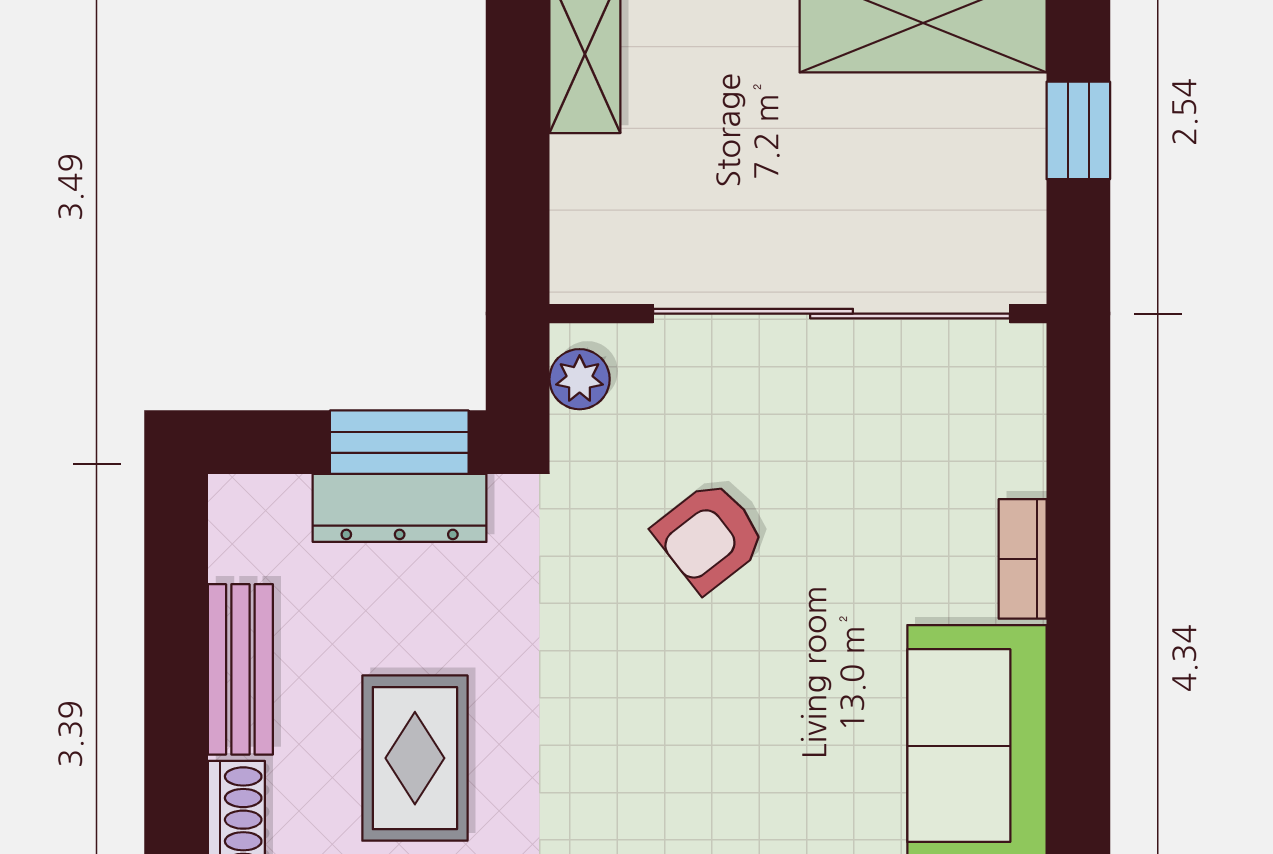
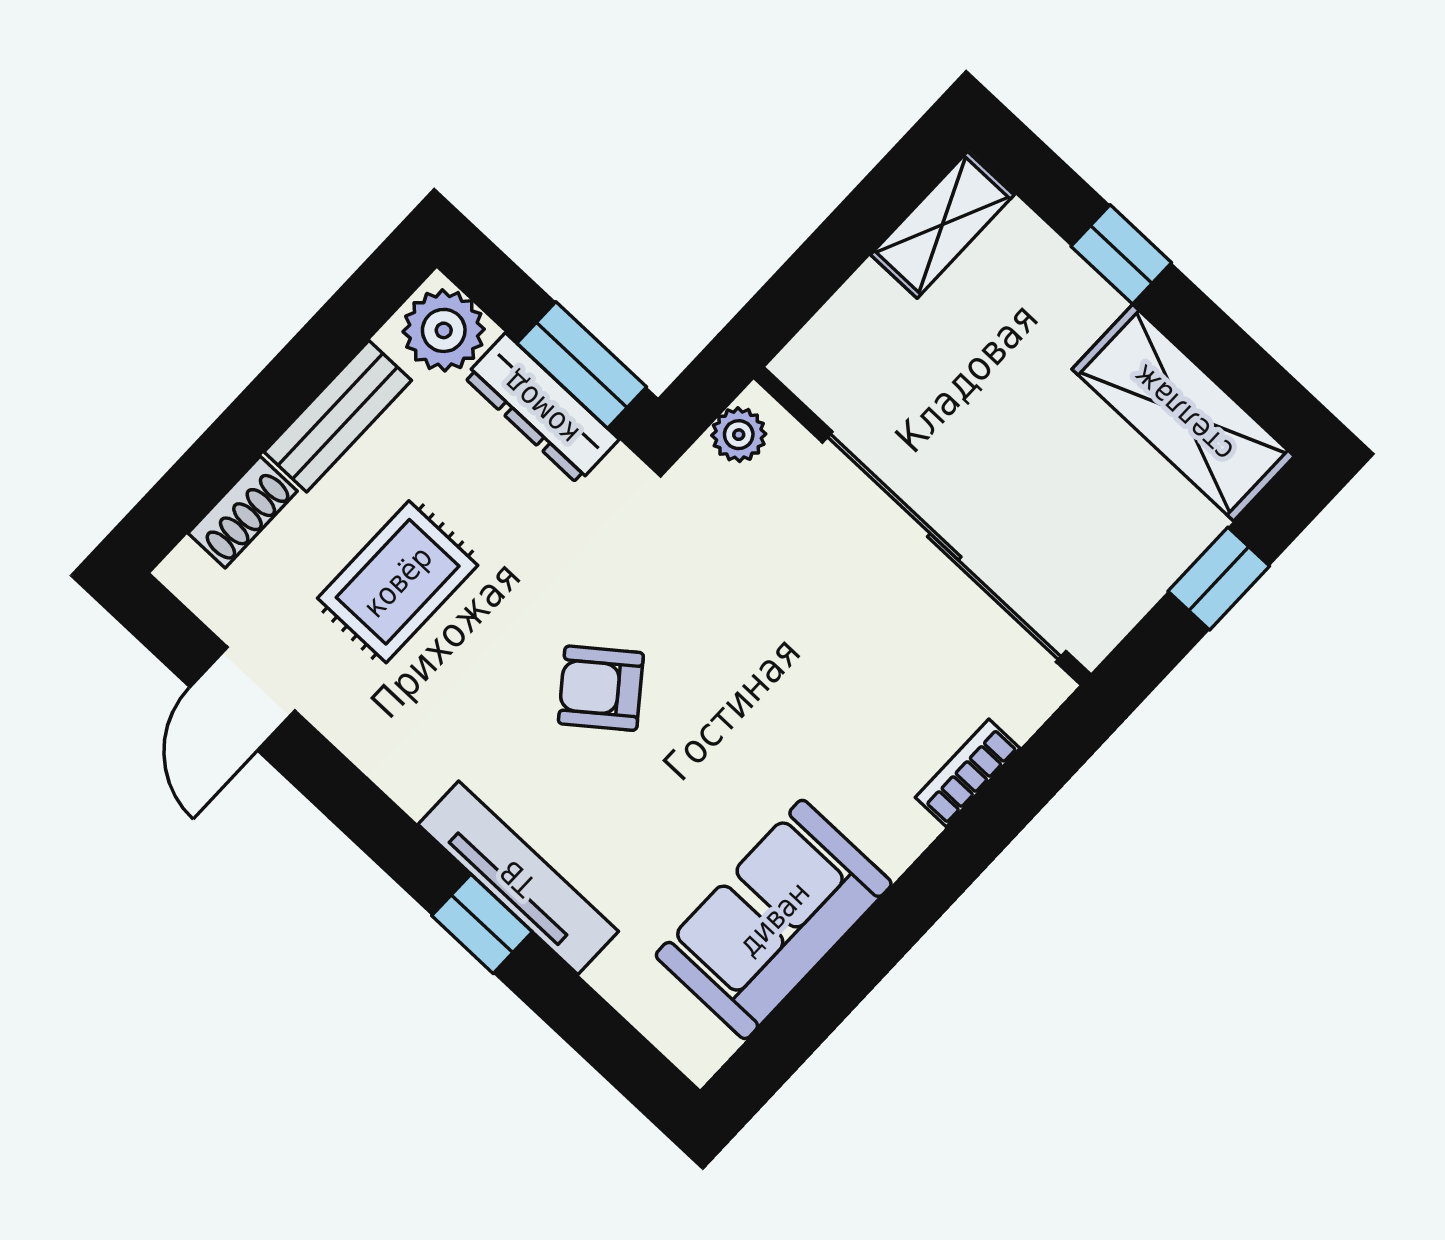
plant: (261, 519) -> (444, 330), added
armchair: (710, 536) -> (601, 688), moved
bookcase: (1023, 559) -> (968, 773), moved

